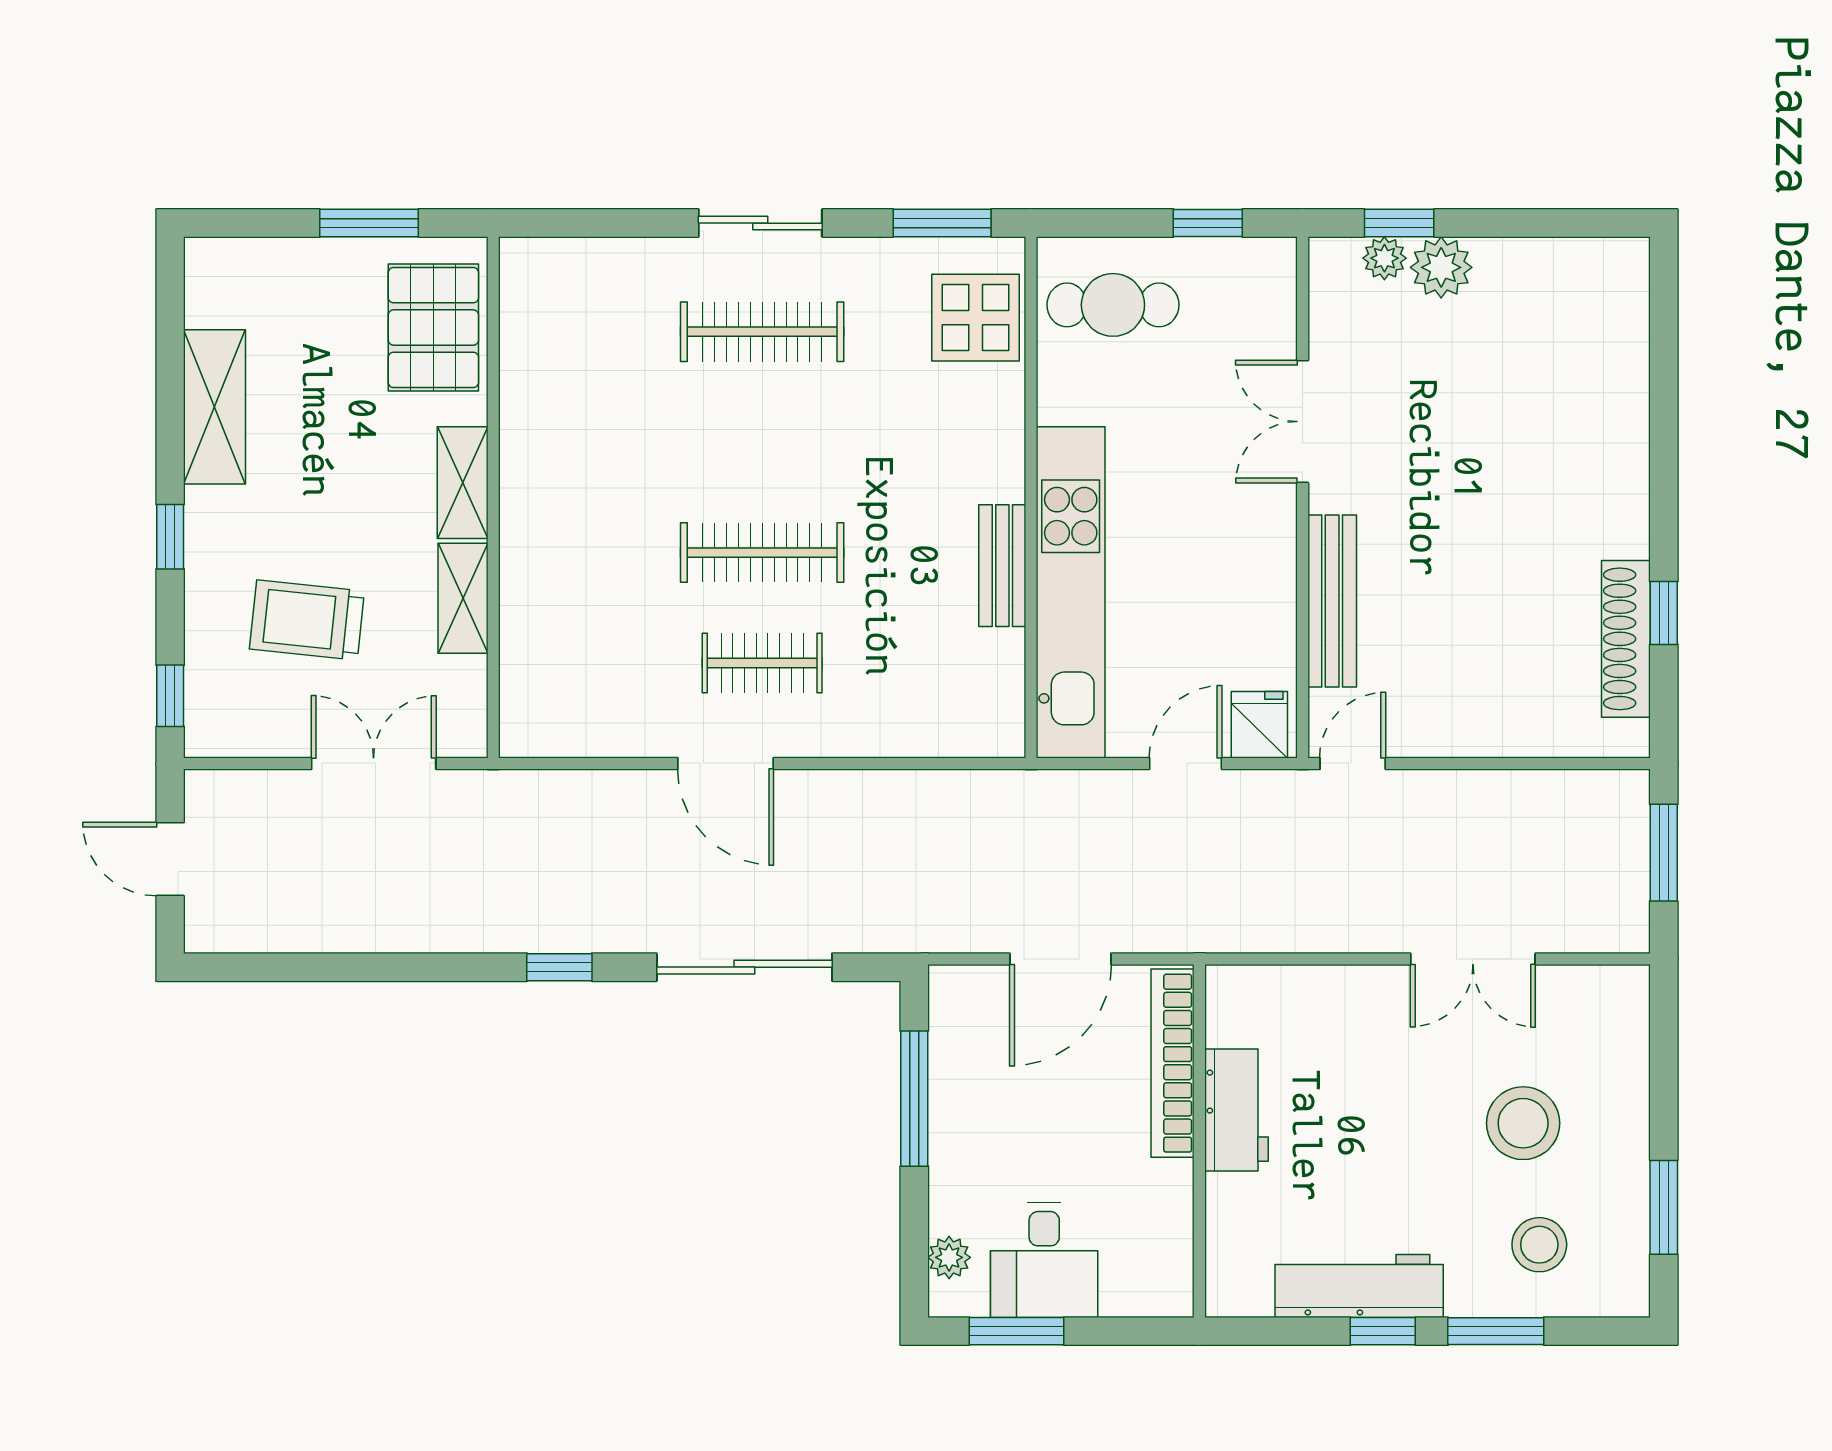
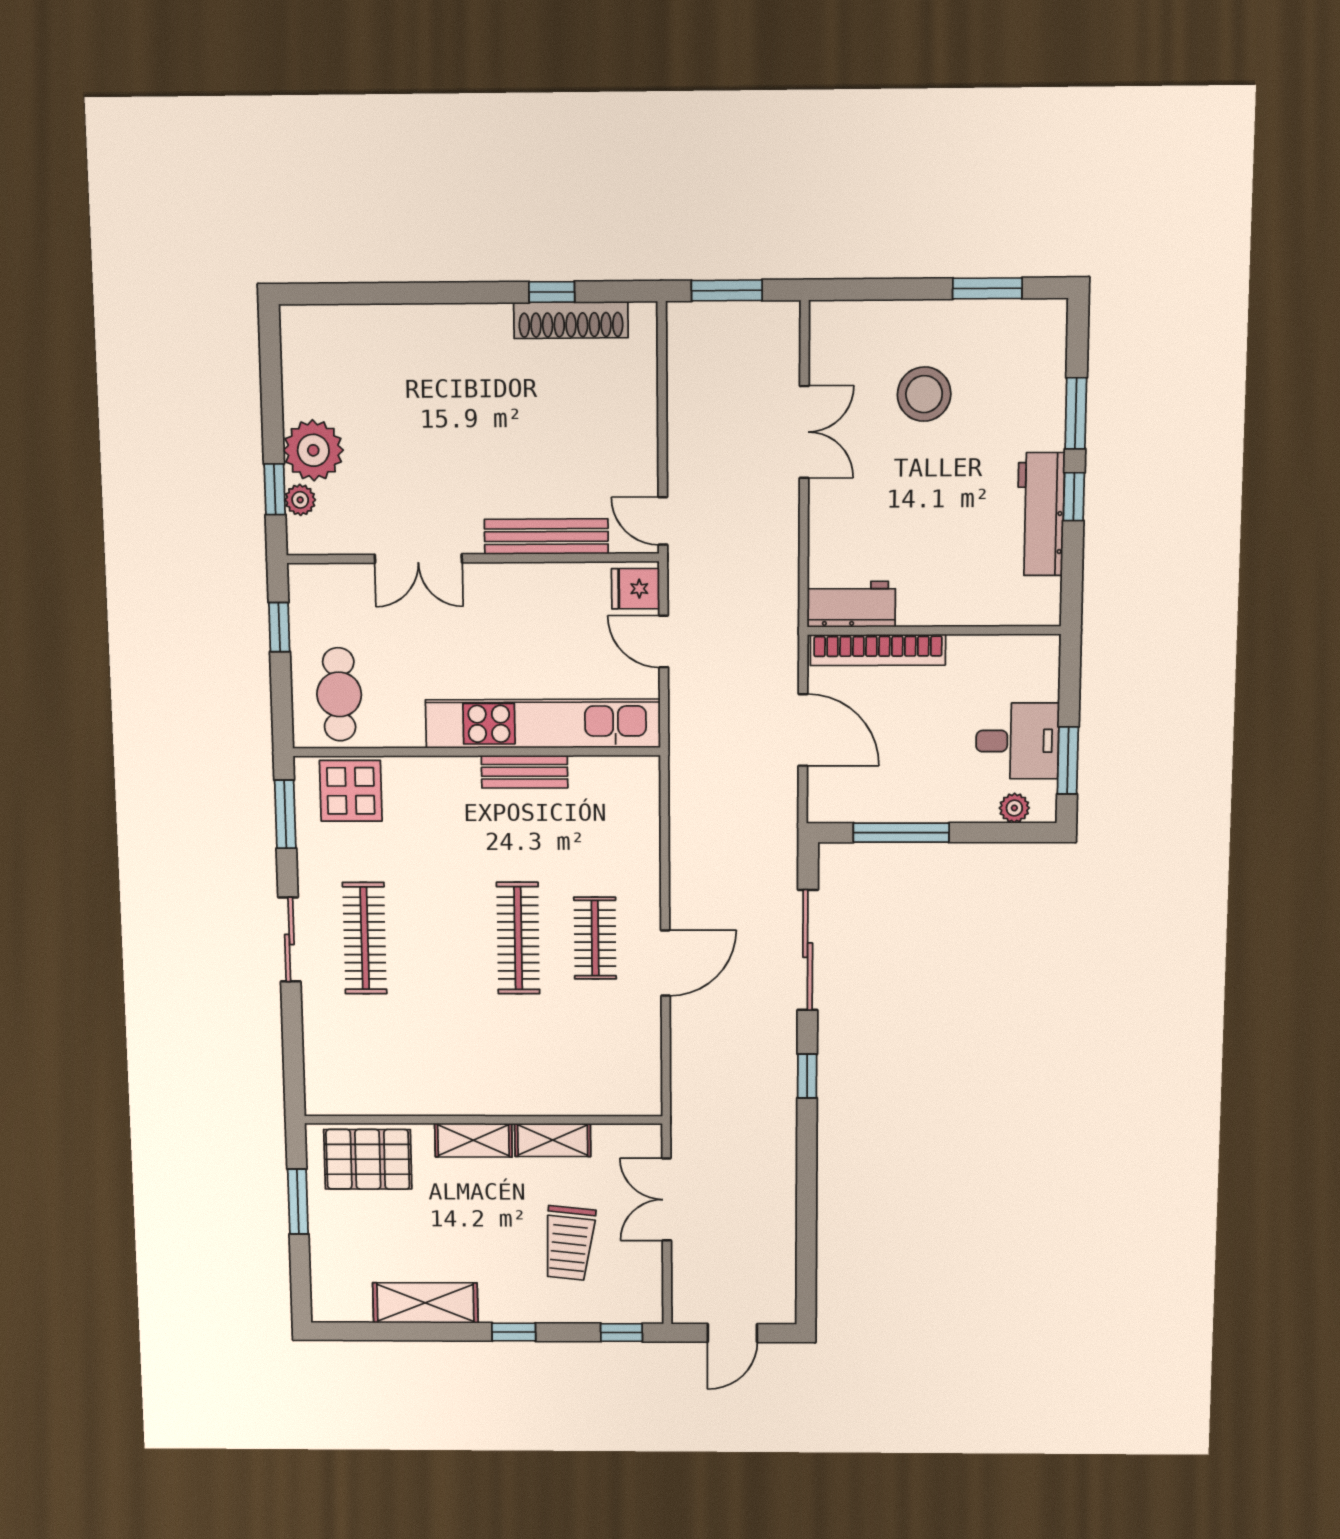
plant: (1441, 267) -> (313, 450), width x1.36, depth x1.36
workbench: (1236, 1110) -> (851, 604), moved
stool: (1539, 1245) -> (1013, 381), removed

